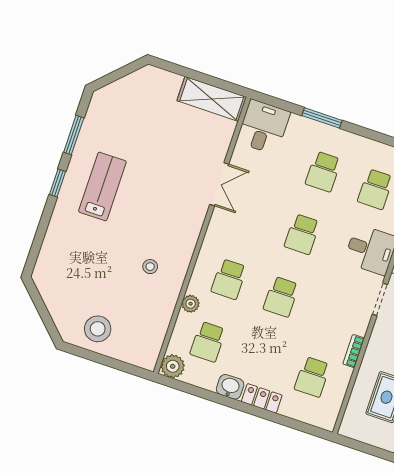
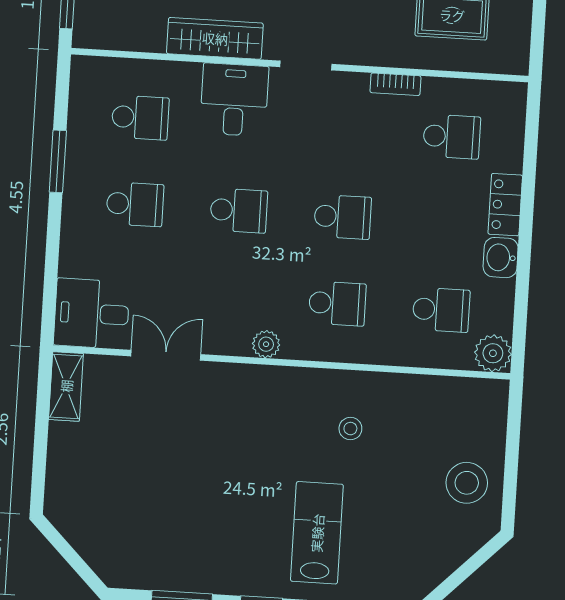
shelving: (212, 99) -> (66, 386), width x0.67, depth x0.75
window: (322, 118) -> (58, 161), moved
double door: (219, 184) -> (166, 355), moved
lab bench: (102, 186) -> (317, 533), moved, turned 90
plant: (191, 304) -> (266, 344), moved

